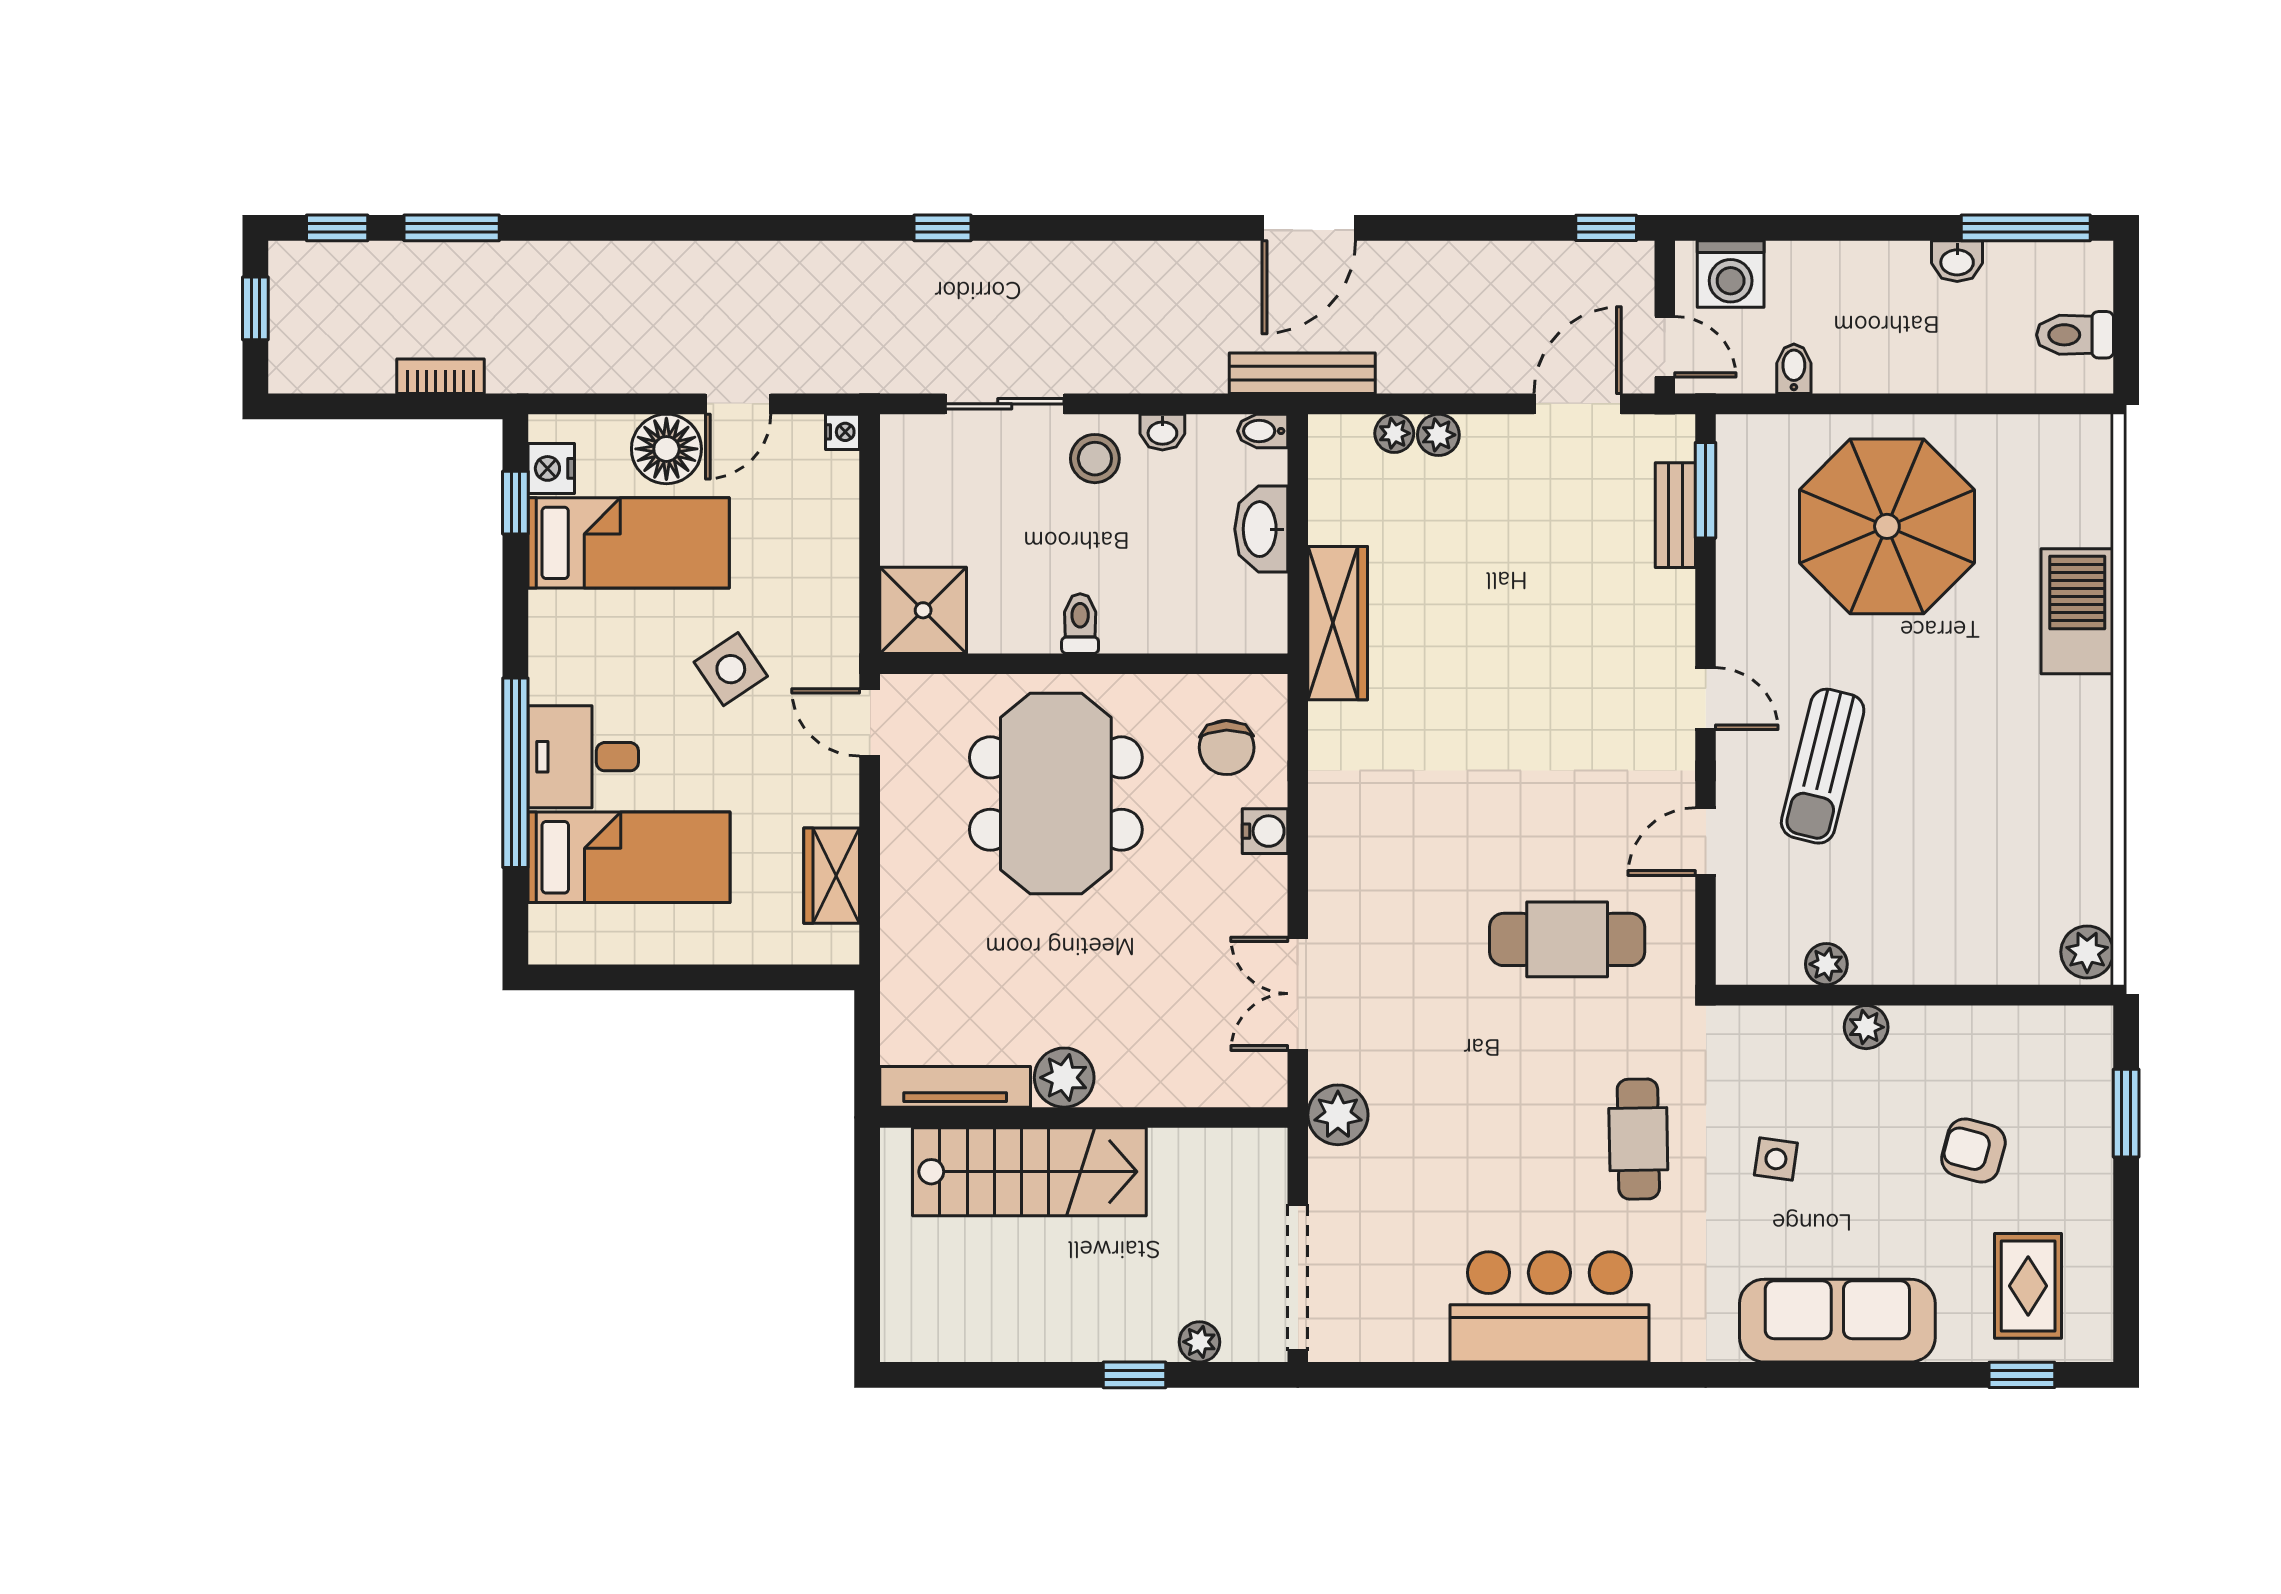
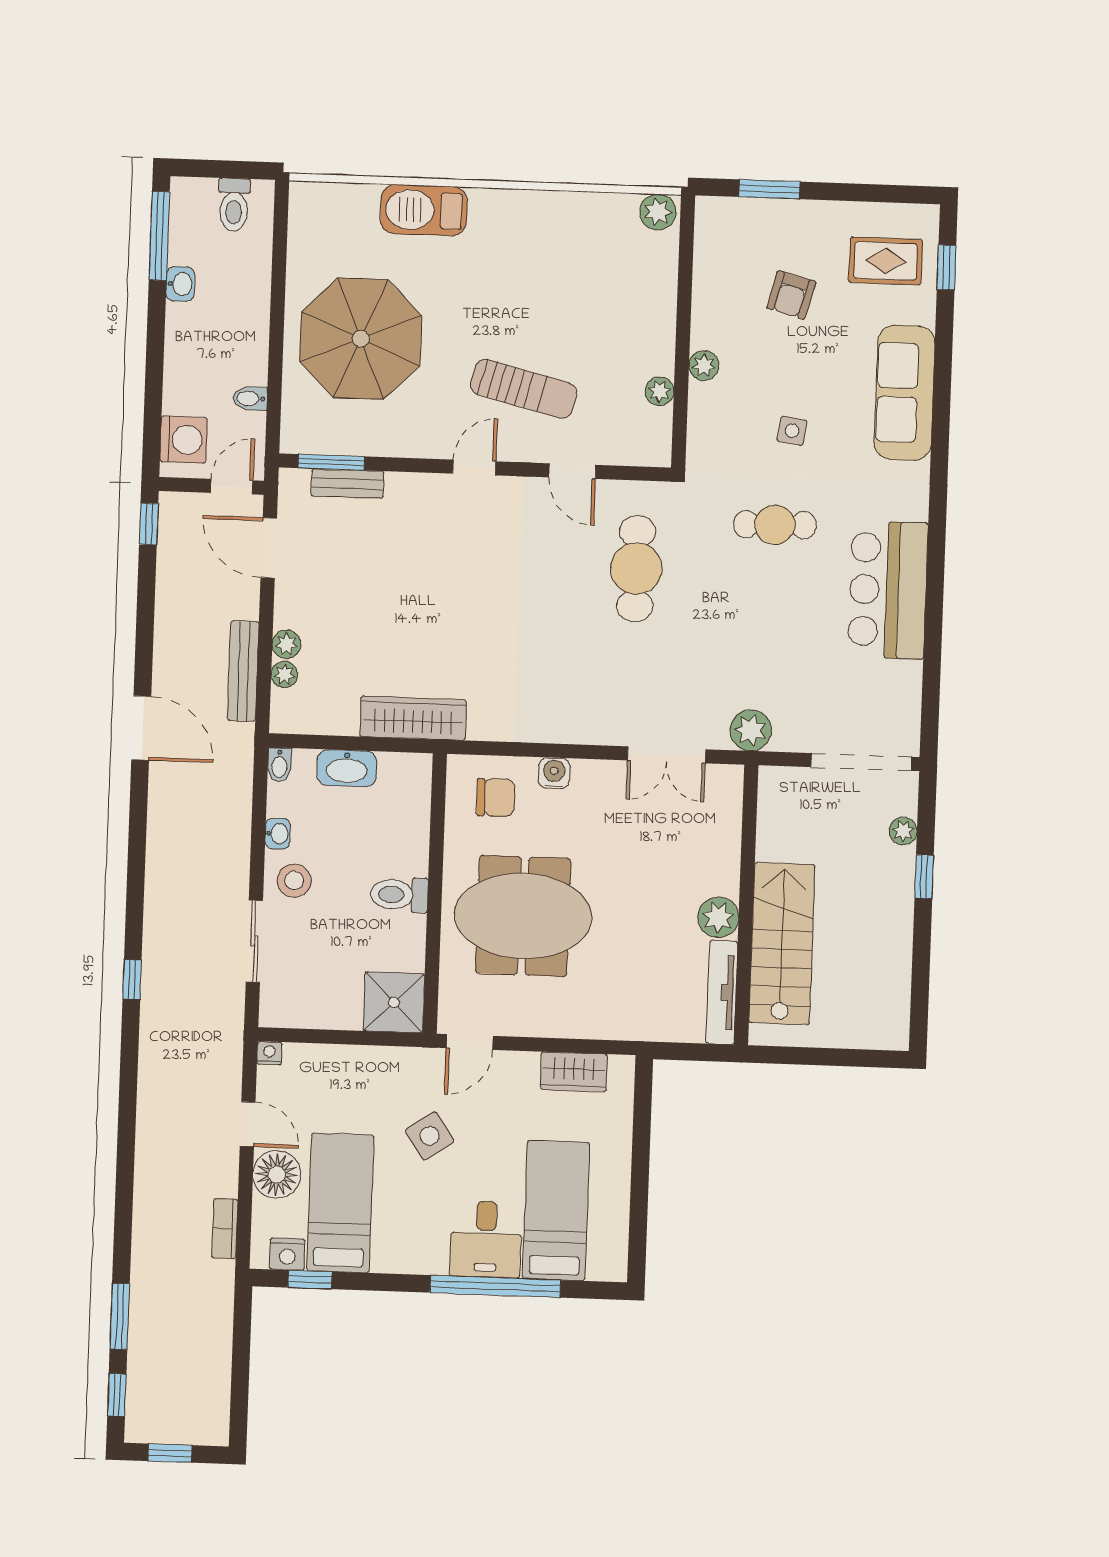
bench: (1302, 373) -> (243, 671), moved
bookcase: (441, 376) -> (225, 1229), moved
toilet: (1080, 624) -> (399, 895), width x1.37, depth x1.39

